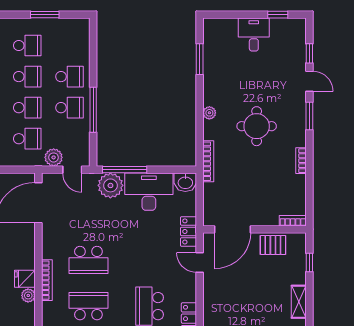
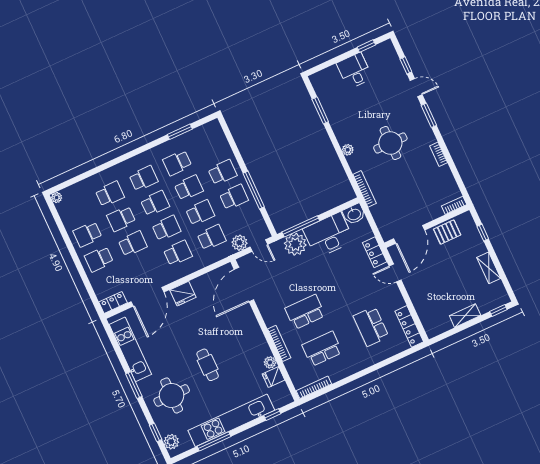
school desk: (27, 46) -> (177, 163), turned 180
school desk: (88, 260) -> (305, 312), turned 180
fridge: (25, 279) -> (273, 377), moved

